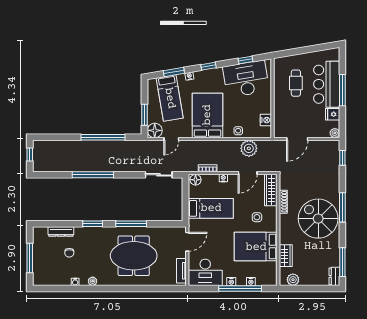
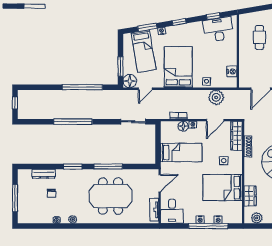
desk: (246, 79) -> (218, 29), width x0.73, depth x0.77
floor lamp: (196, 180) -> (183, 126), moved
desk: (205, 272) -> (172, 211), width x0.73

